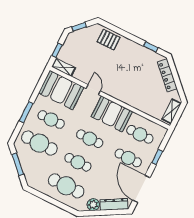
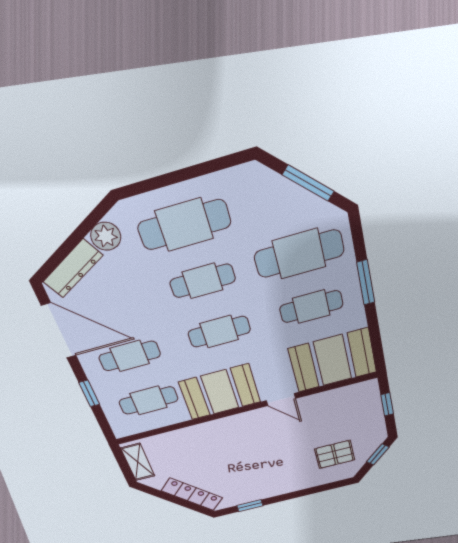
pallet: (109, 40) -> (335, 454), moved
shelving: (64, 67) -> (356, 392), removed

